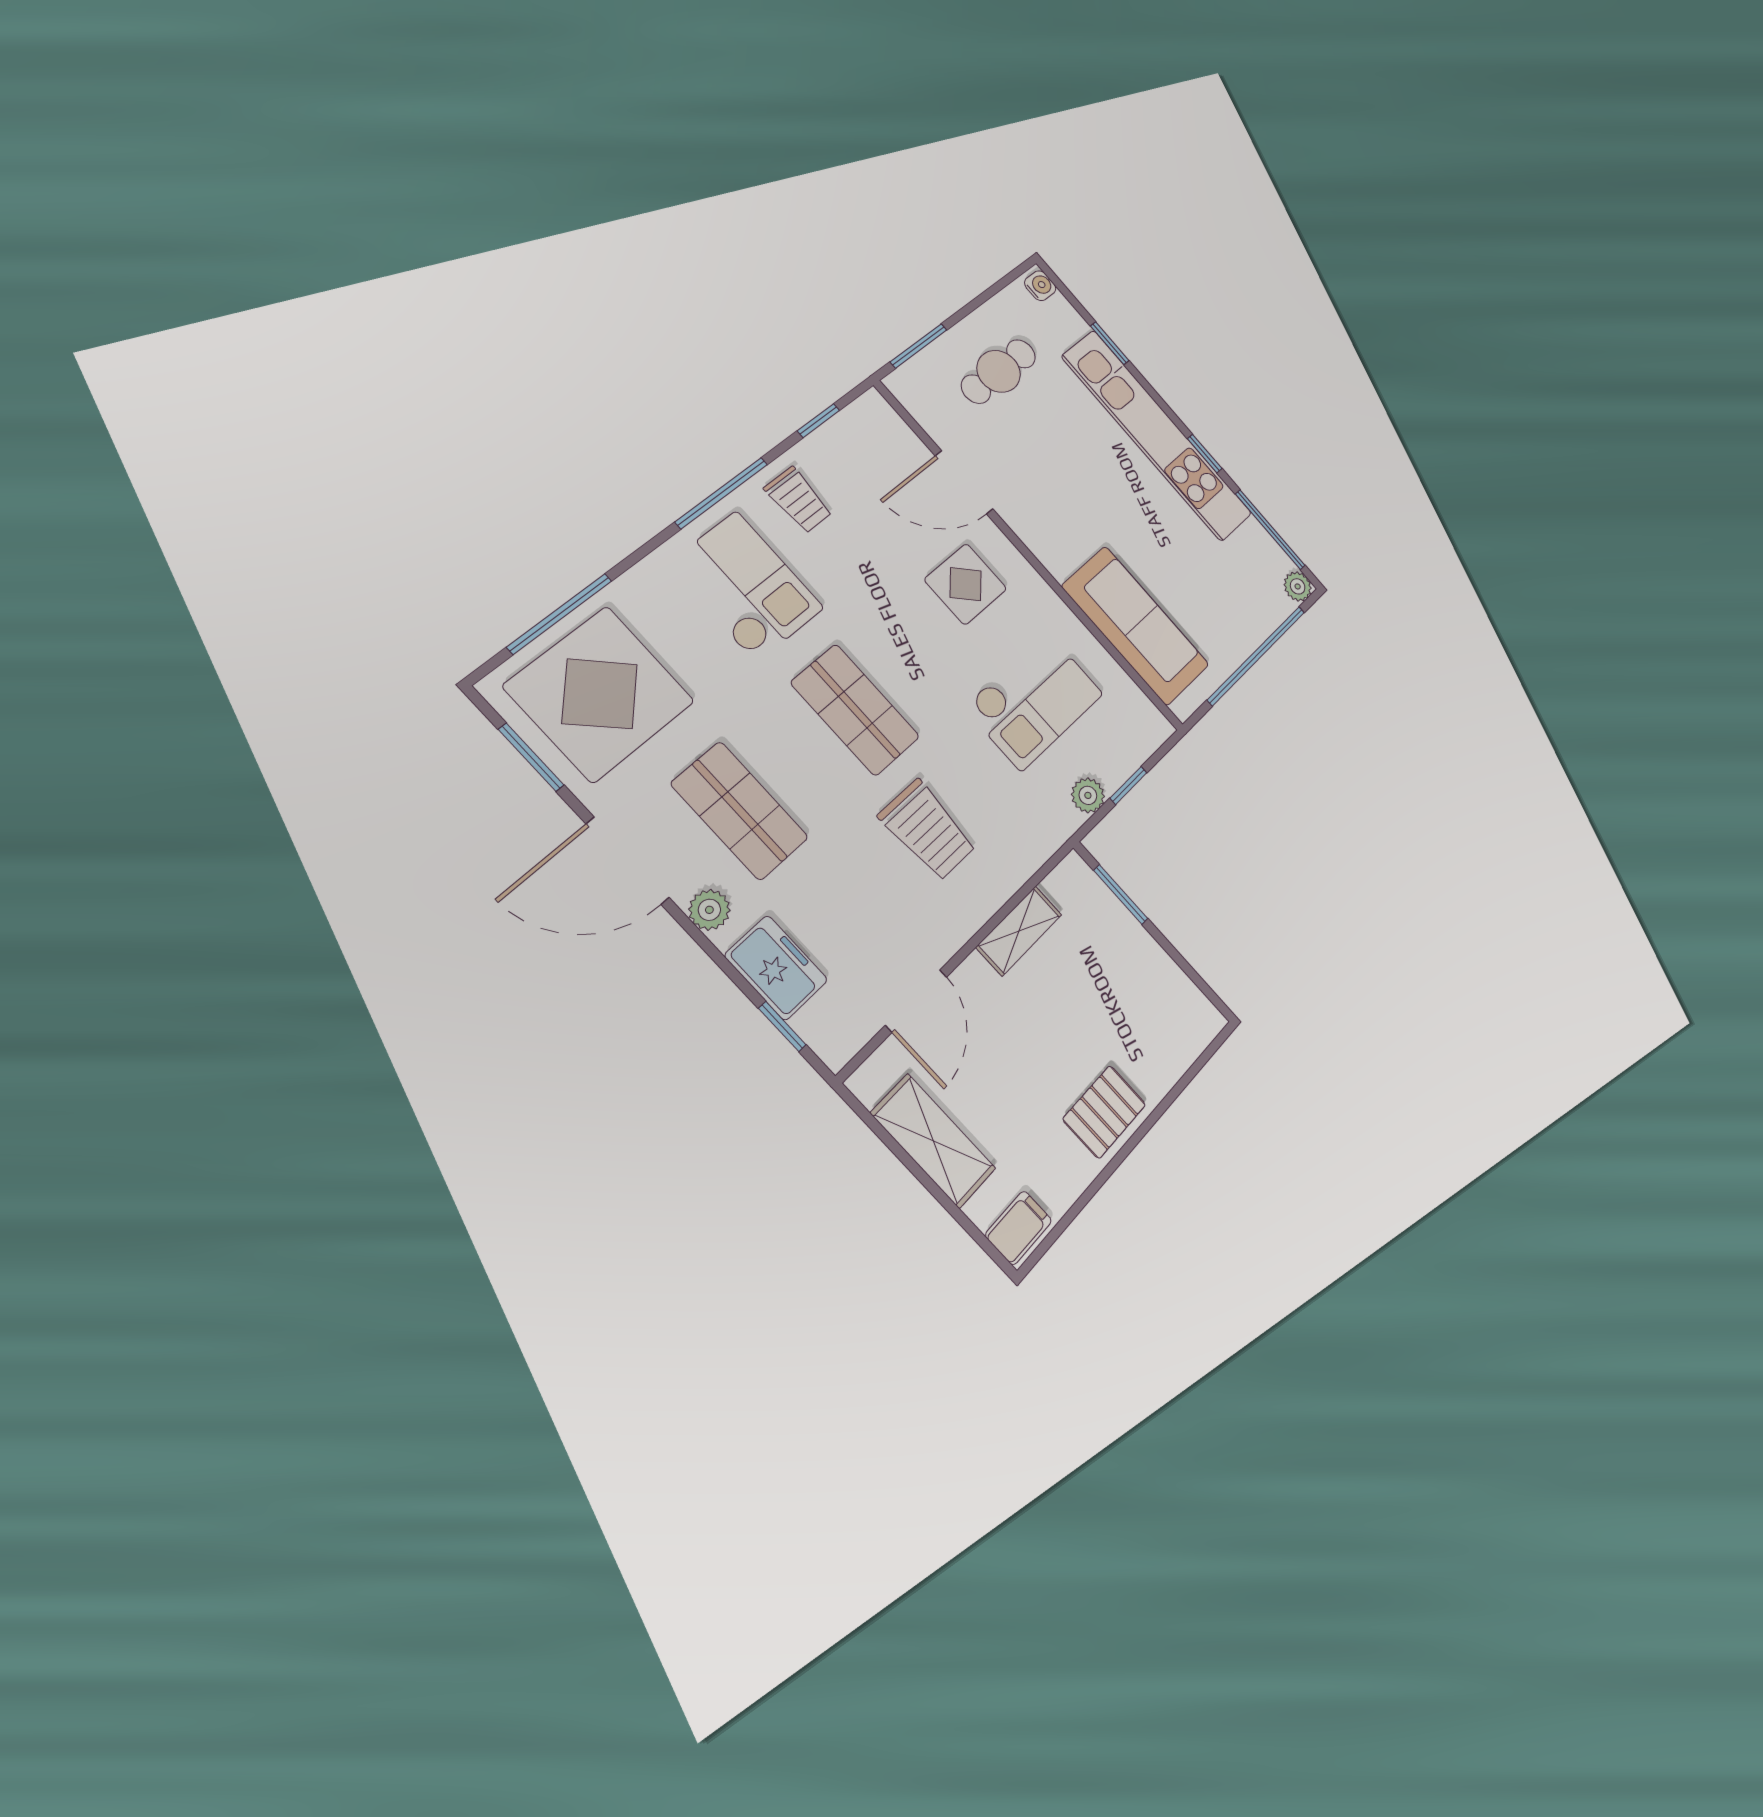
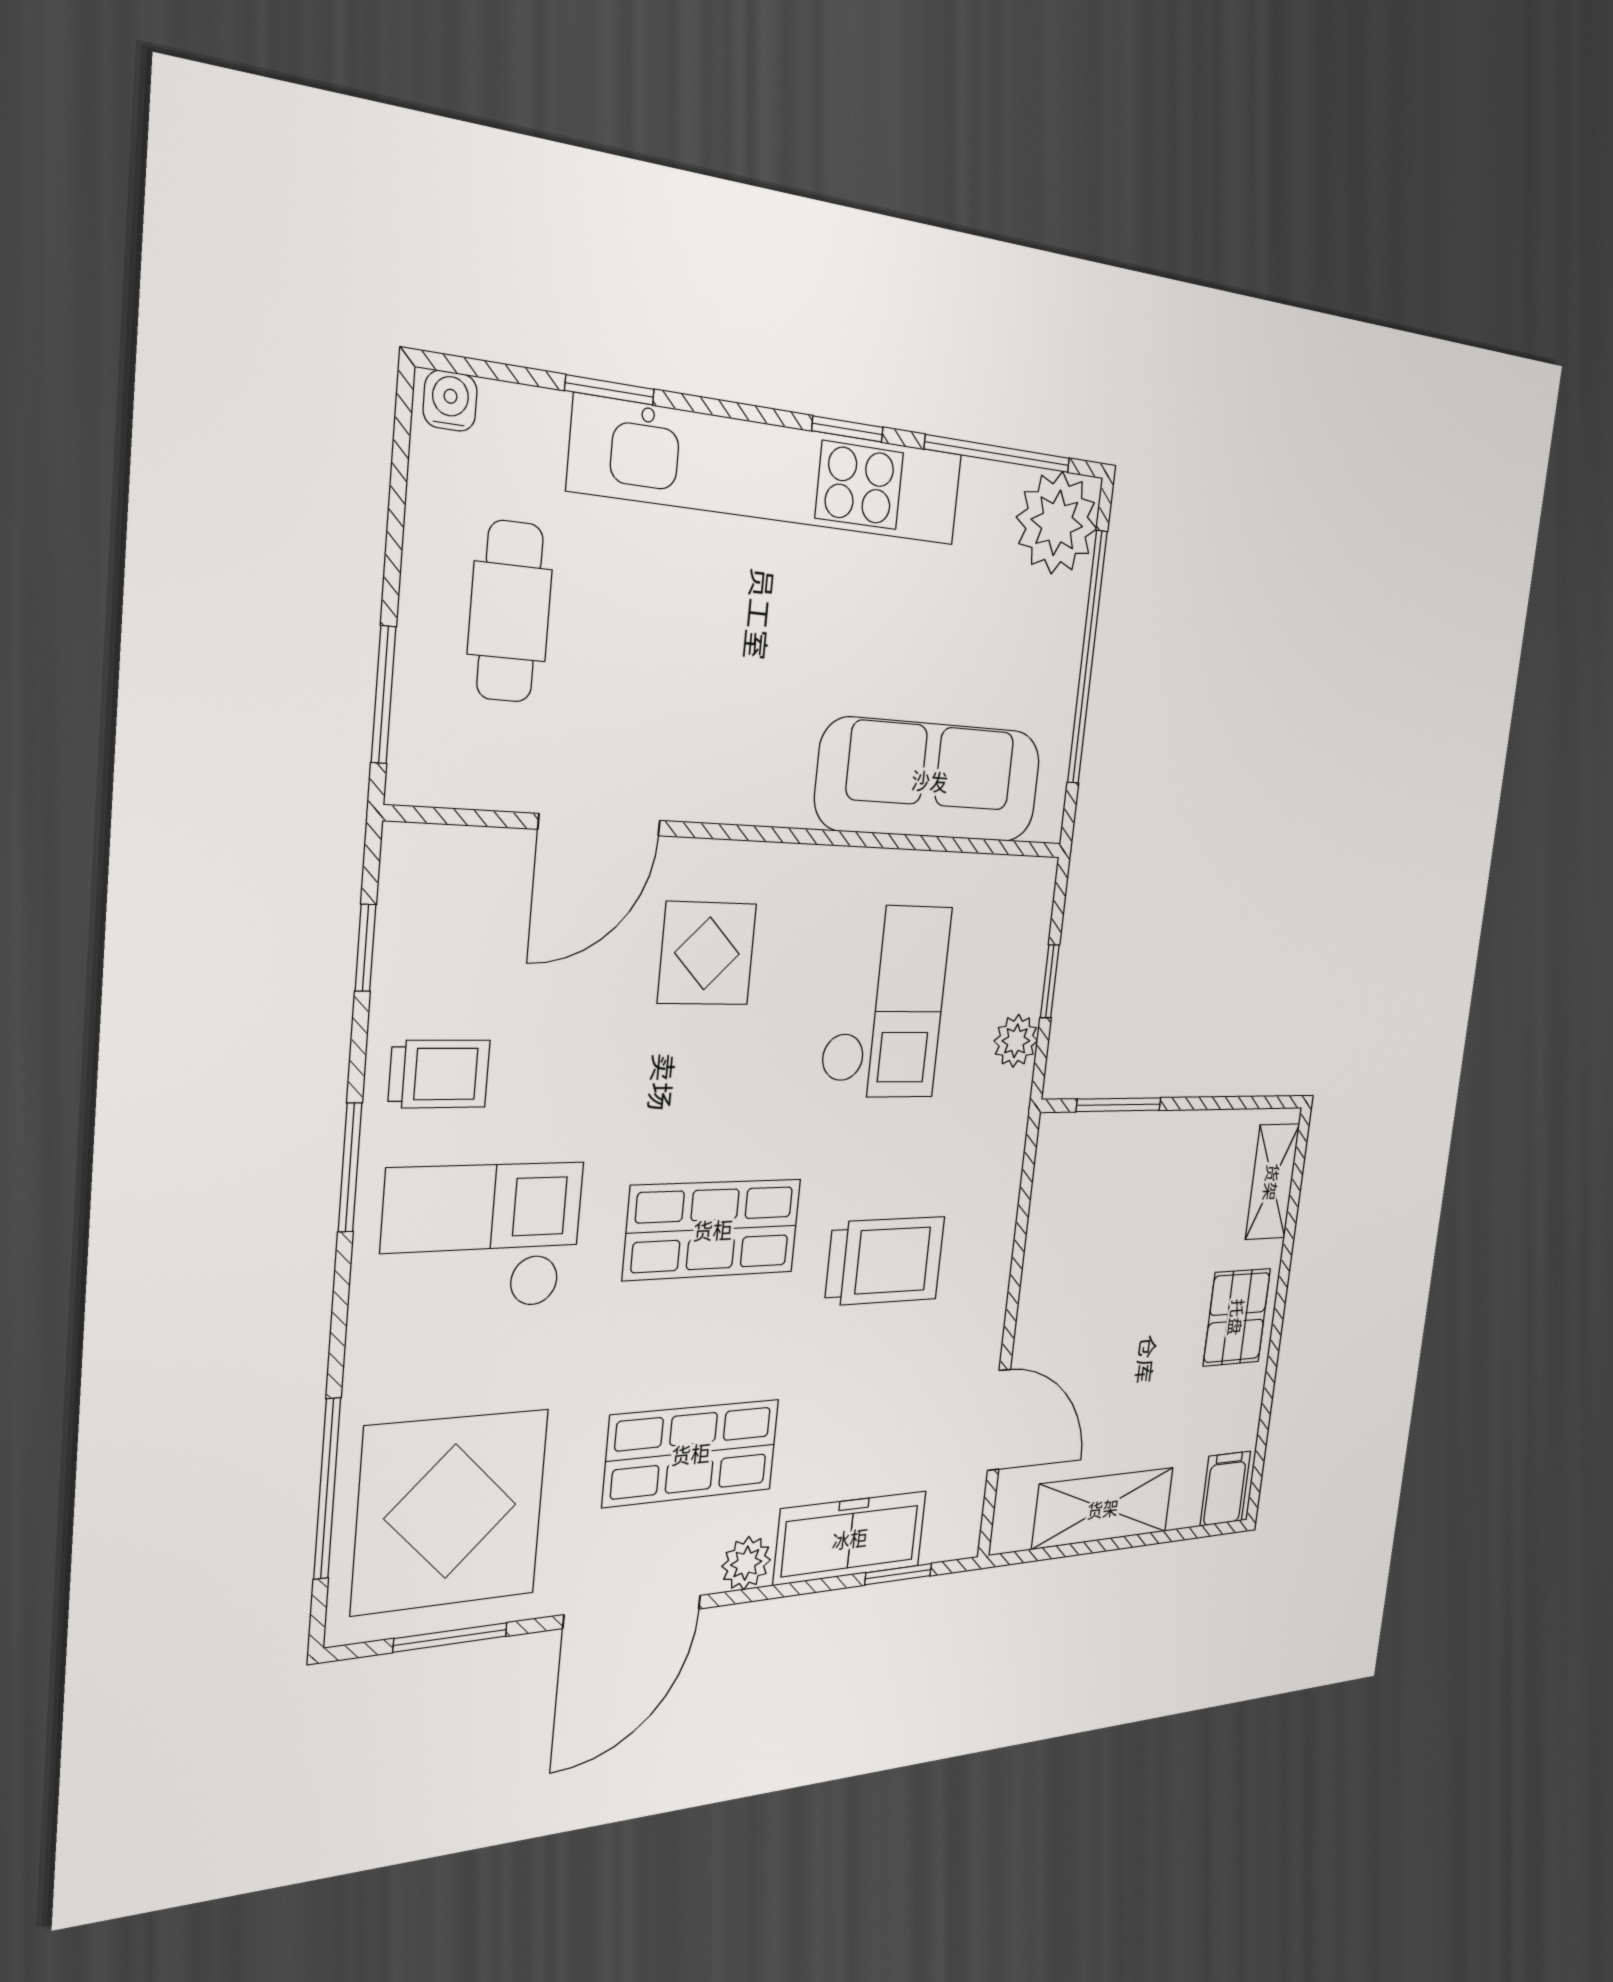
window: (722, 493) -> (350, 1168), width x0.69
plant: (1298, 586) -> (1057, 523), width x1.87, depth x1.87
shelving: (1019, 931) -> (1272, 1182), moved
freezer: (776, 968) -> (850, 1538), width x1.40

